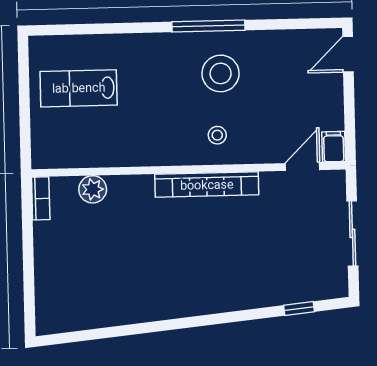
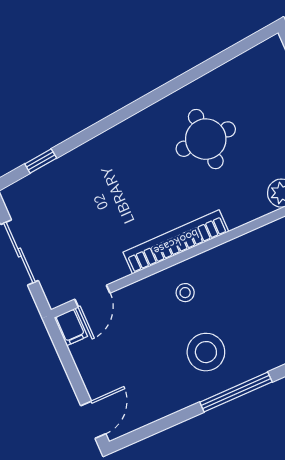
round table: (141, 267) -> (206, 139), added

